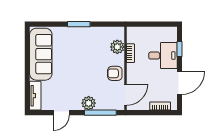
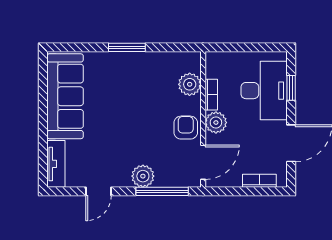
desk: (163, 56) -> (264, 91), width x1.37
plant: (133, 70) -> (216, 122), added
armchair: (115, 73) -> (186, 128), turned 90

